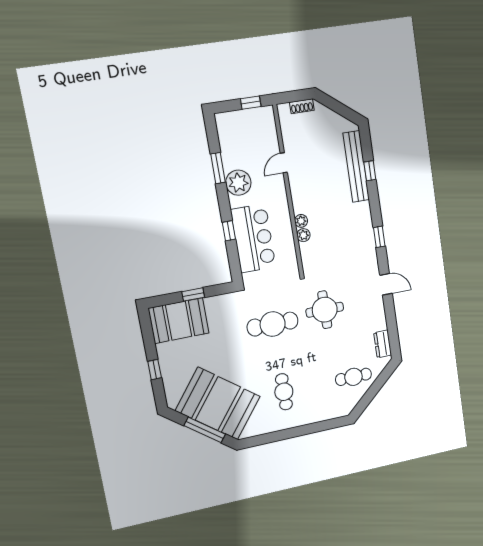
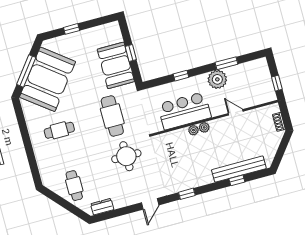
plant: (303, 235) -> (204, 127), moved
bar counter: (253, 238) -> (184, 111), moved, turned 180
booth: (179, 321) -> (116, 65), moved

